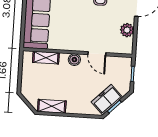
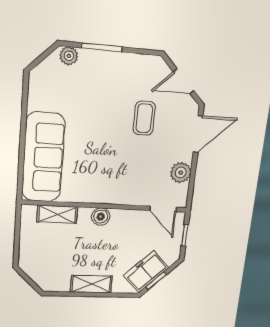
door: (97, 54) -> (163, 209), moved
shelving: (52, 106) -> (91, 284), moved

